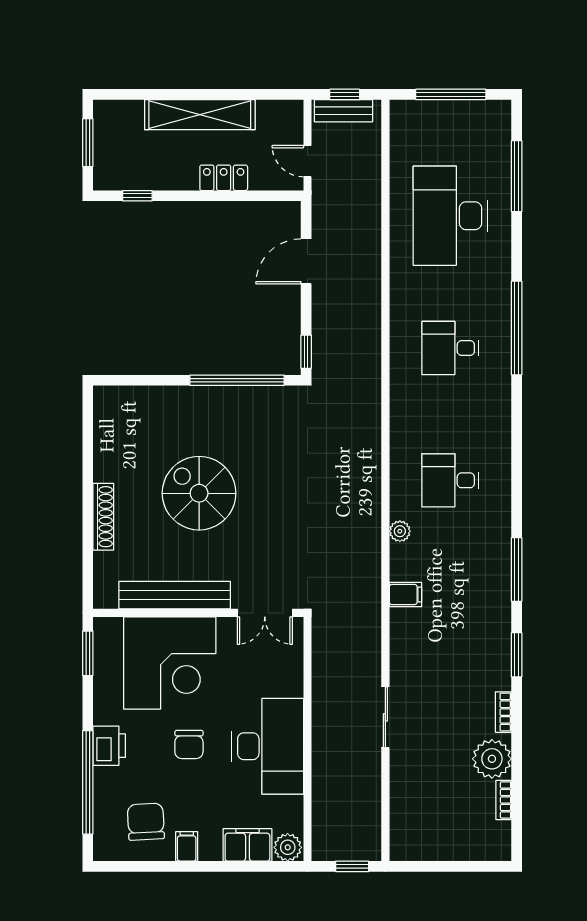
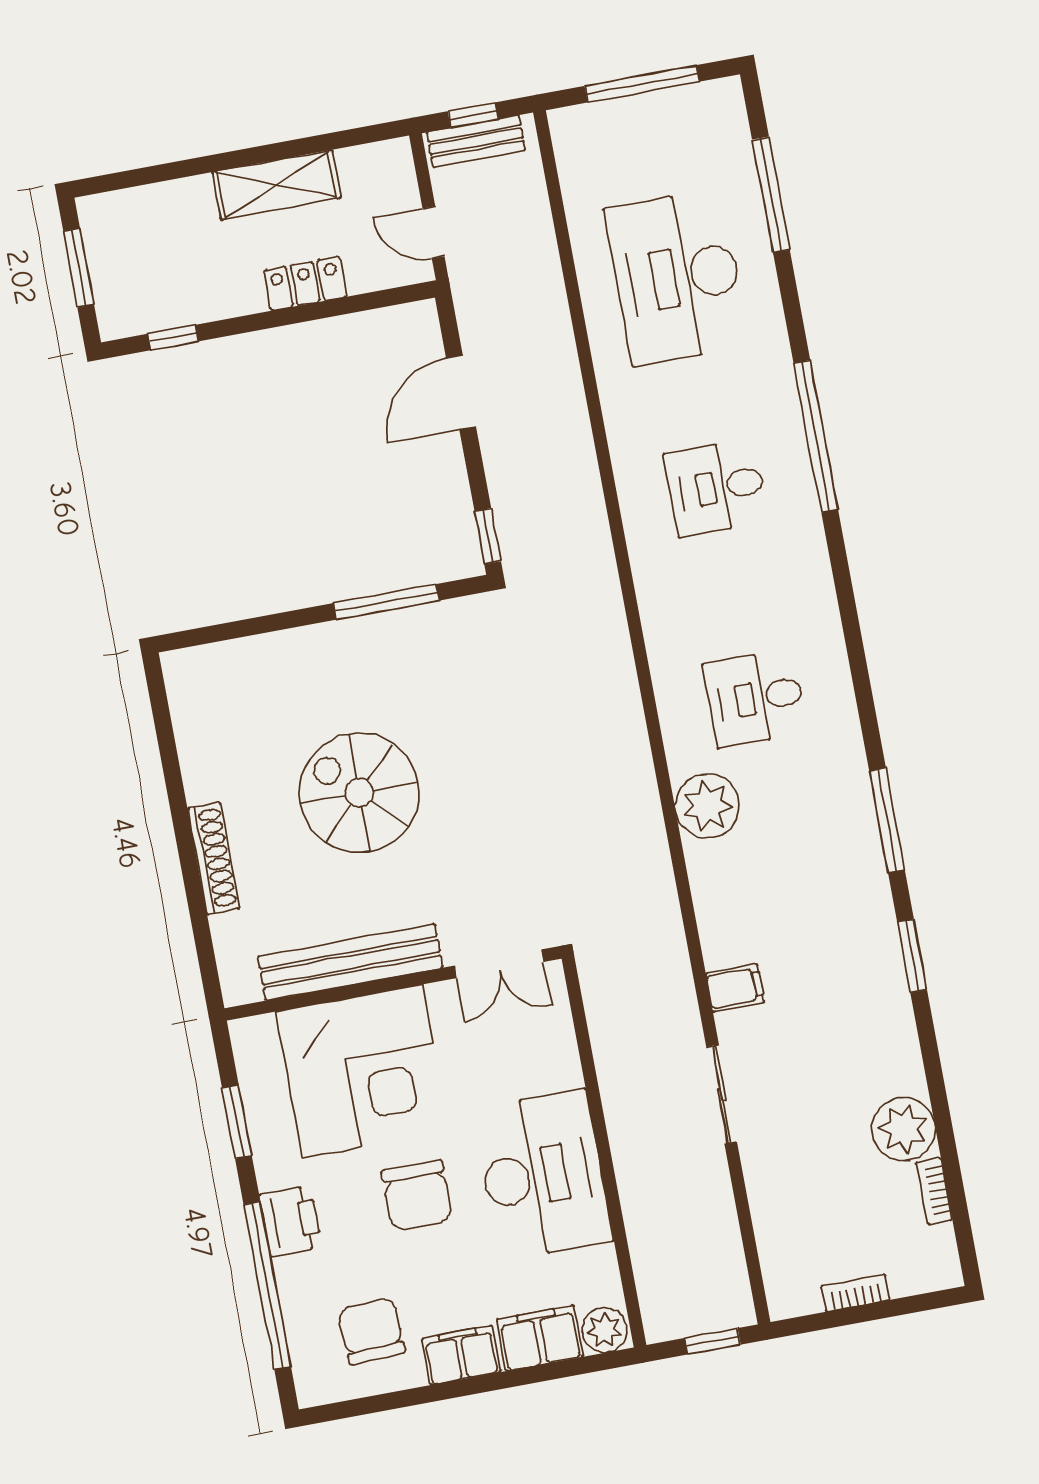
shelving: (200, 115) -> (277, 185), width x0.68
window: (237, 380) -> (386, 602), width x0.68
plant: (400, 531) -> (707, 806), width x1.87, depth x1.87
filing cabinet: (405, 595) -> (735, 988), moved
window: (88, 653) -> (237, 1122), moved
bookcase: (503, 712) -> (856, 1293), moved, turned 90
chair: (189, 744) -> (417, 1196), width x1.37, depth x1.37
filing cabinet: (187, 846) -> (461, 1355), width x2.00

